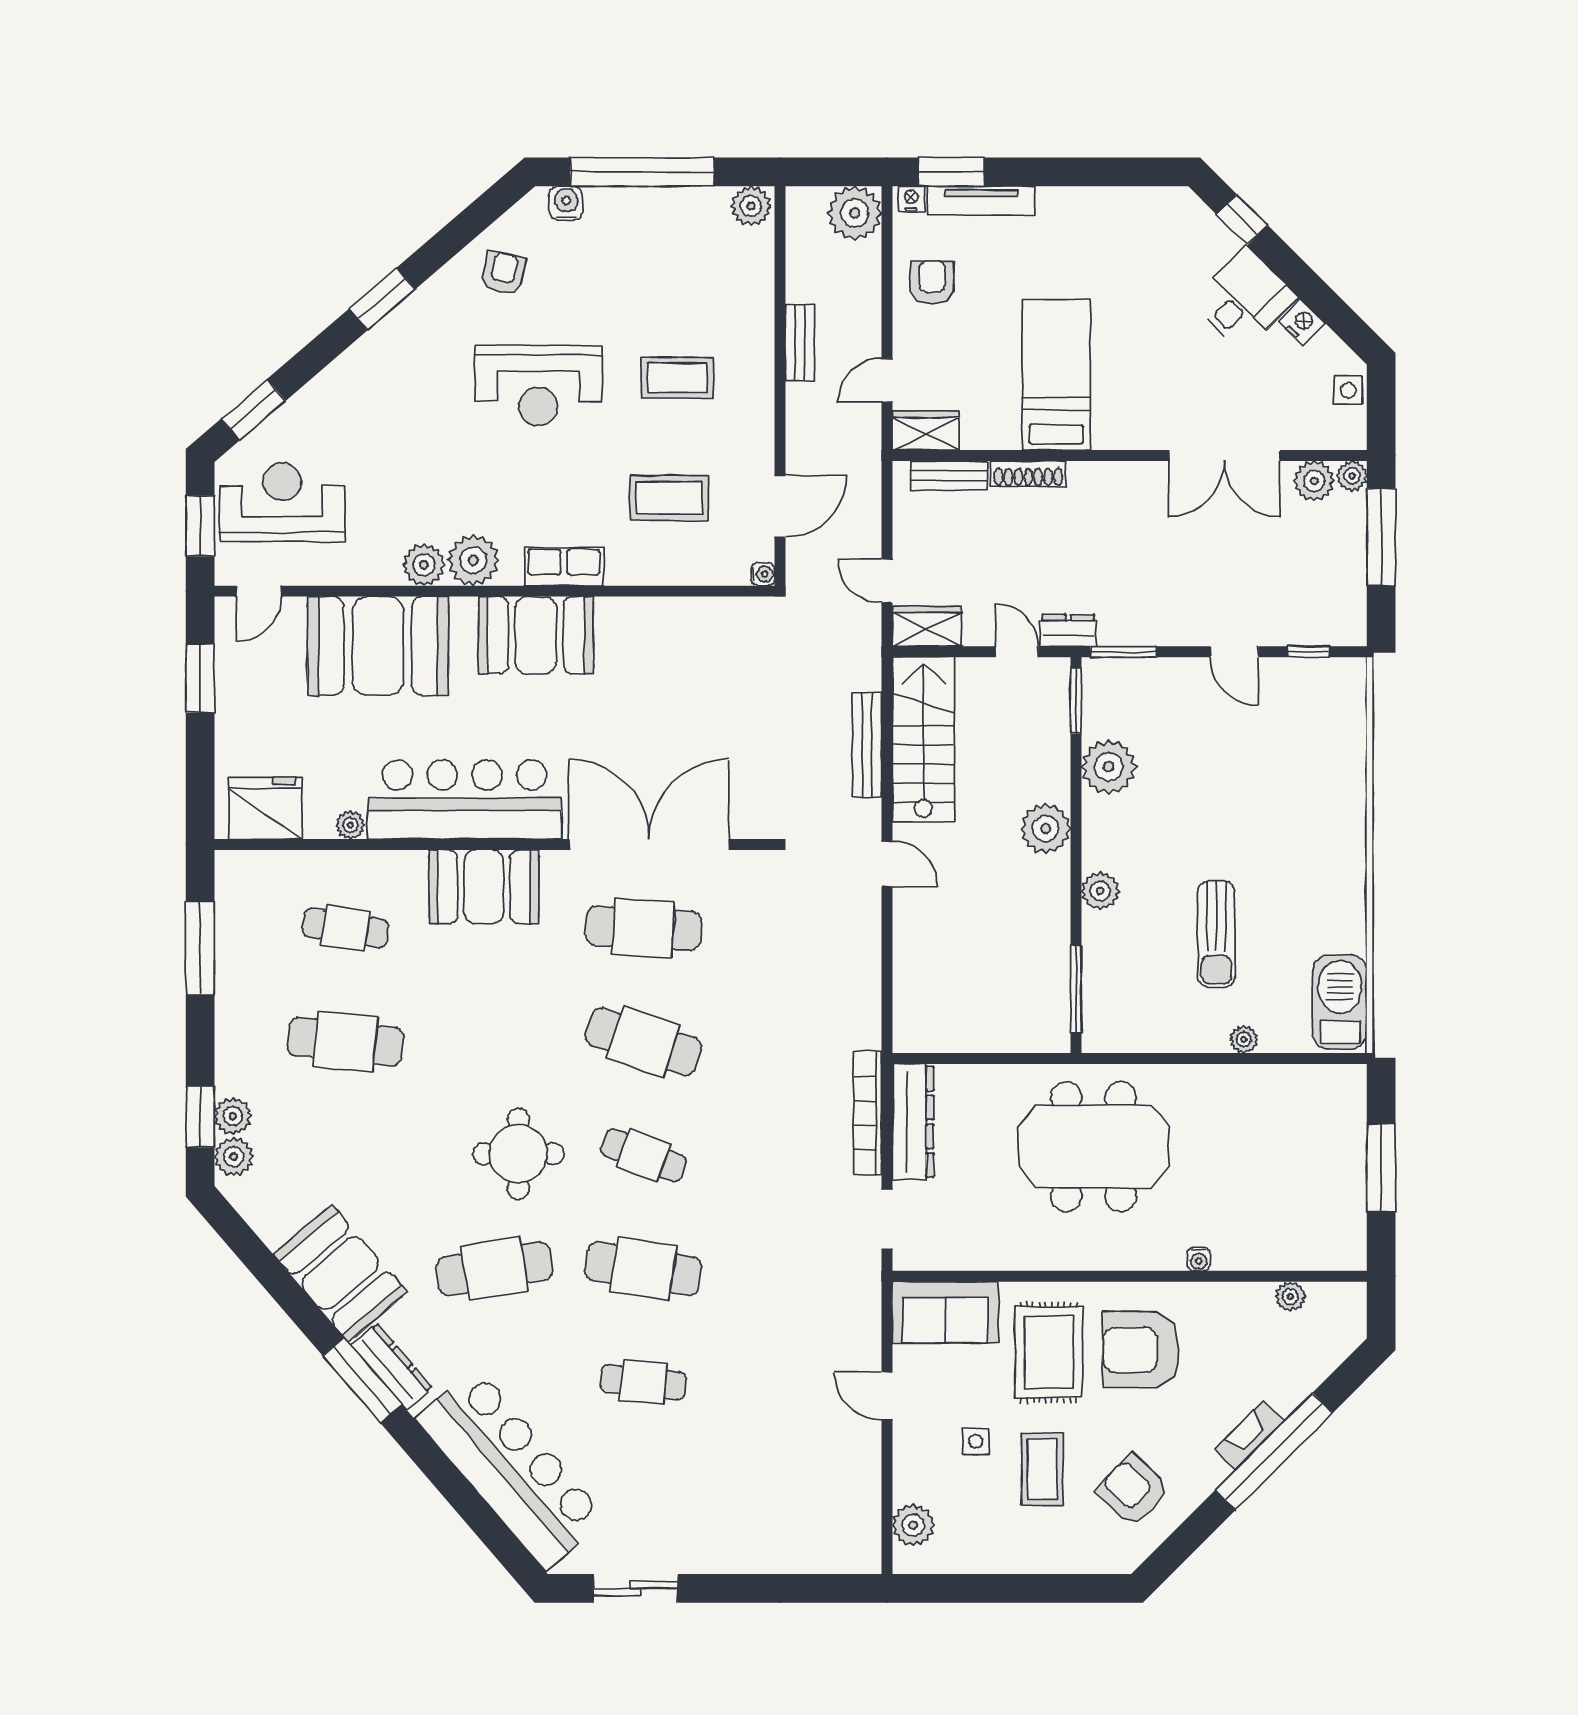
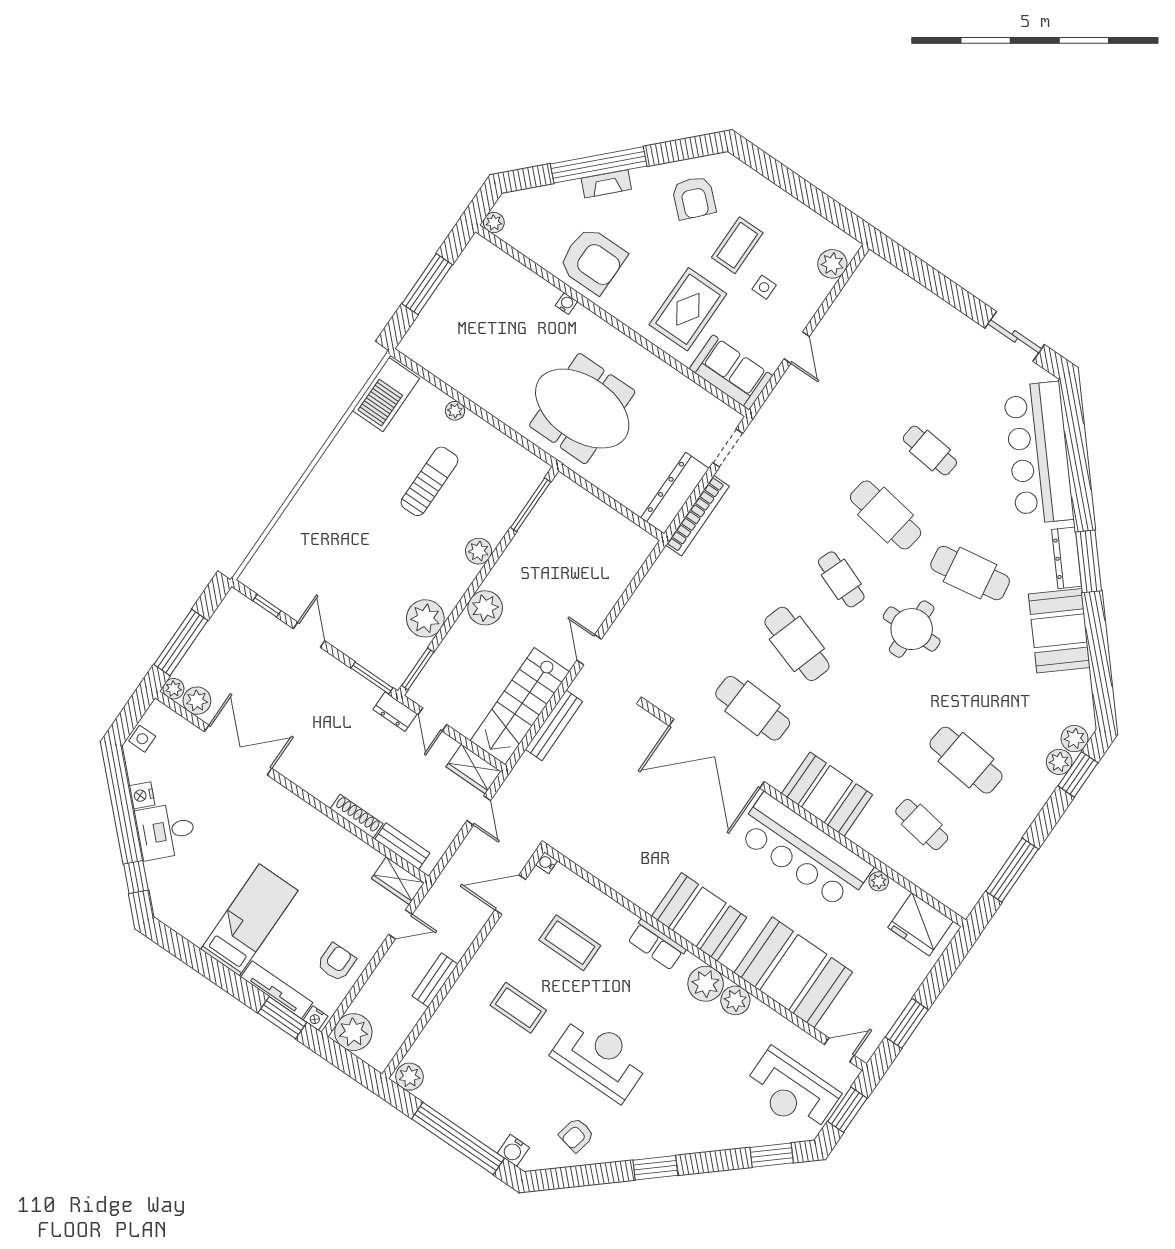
armchair: (932, 283) -> (336, 962), turned 180
bed: (1056, 375) -> (249, 920), moved, turned 180
plant: (1290, 1296) -> (494, 223), moved
armchair: (1141, 1350) -> (593, 260), moved

